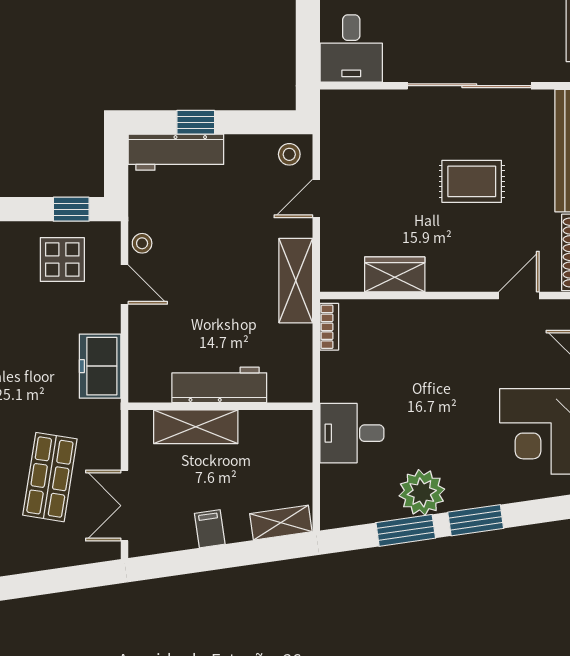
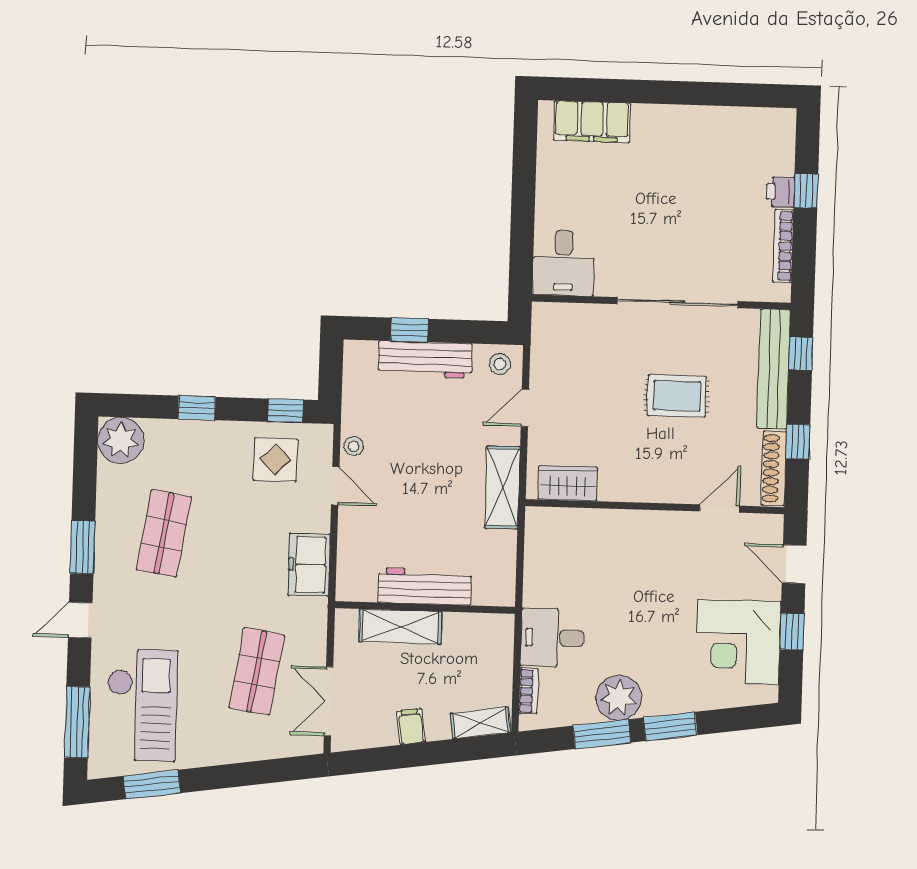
workbench: (176, 152) -> (425, 360), moved
wardrobe: (395, 274) -> (568, 483), moved
bookcase: (329, 327) -> (529, 691), moved

